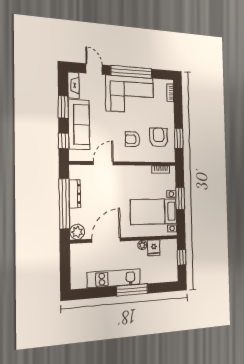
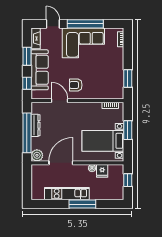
armchair: (159, 137) -> (109, 78), removed
armchair: (133, 139) -> (76, 85), moved
door: (103, 163) -> (59, 101), hinge flipped

